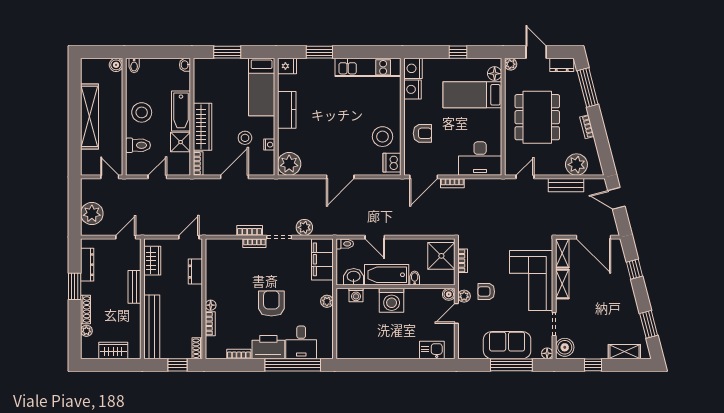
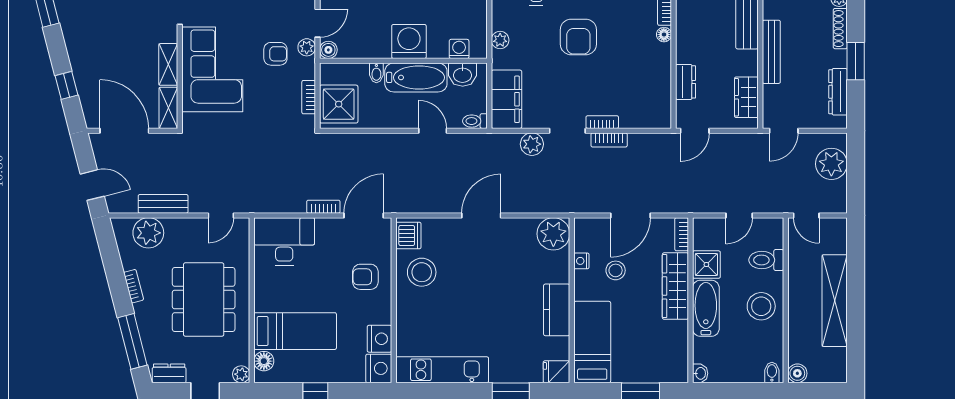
bench: (134, 287) -> (771, 52), width x1.36

